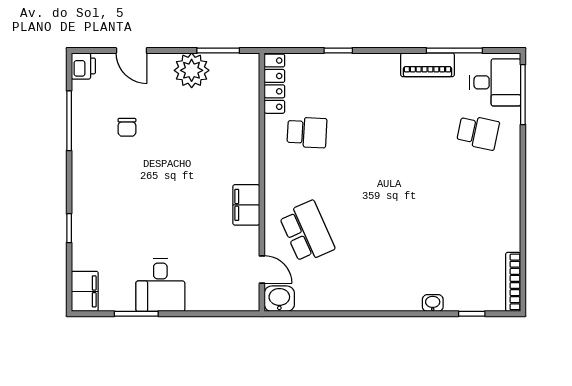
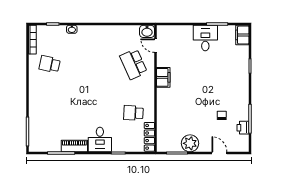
printer: (83, 66) -> (243, 128), moved
desk: (495, 82) -> (100, 139), moved, turned -90
school desk: (478, 132) -> (50, 64), moved

